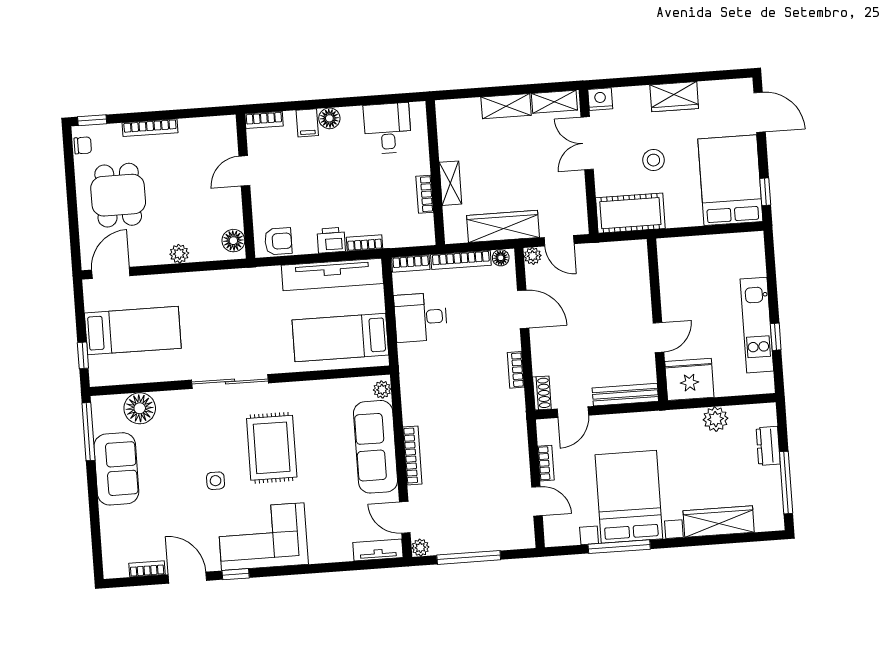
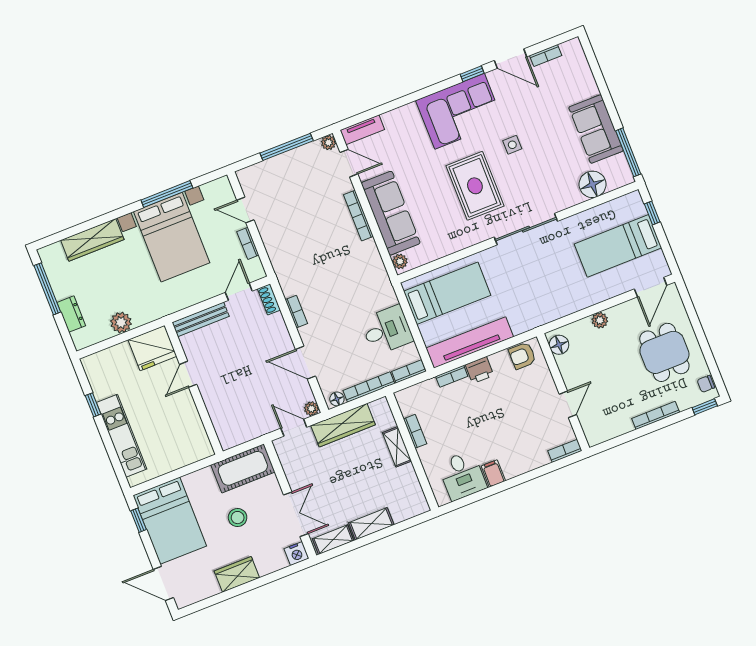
floor lamp: (329, 118) -> (512, 469), removed
filing cabinet: (307, 123) -> (493, 473), moved
kitchen unit: (757, 325) -> (122, 436), moved

